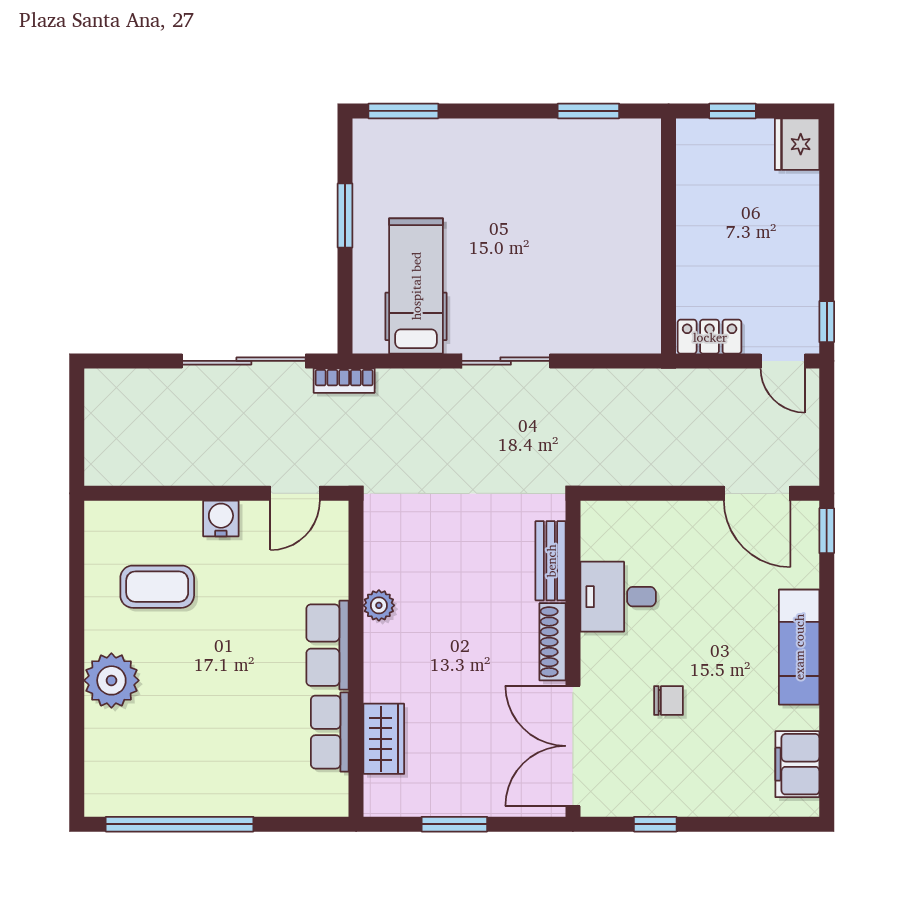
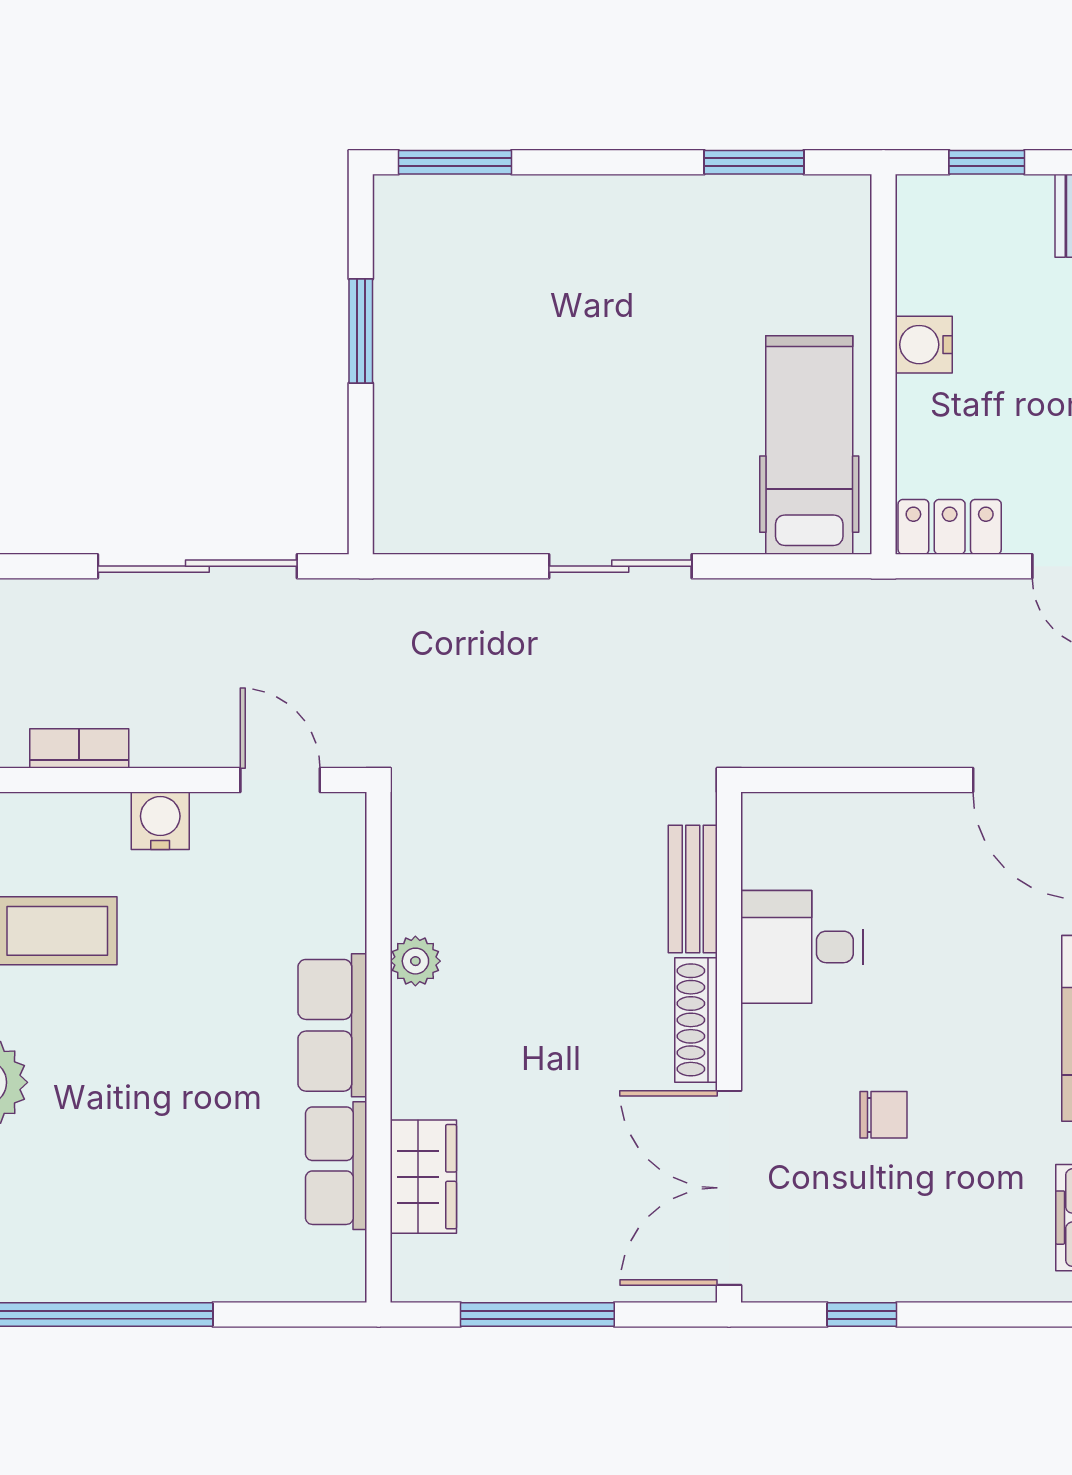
water cooler: (694, 224) -> (924, 345), added
hospital bed: (416, 286) -> (809, 445), moved
bookcase: (344, 381) -> (79, 748), moved, turned 180
door: (295, 493) -> (280, 780), swing flipped
window: (454, 824) -> (537, 1315), width x1.44

